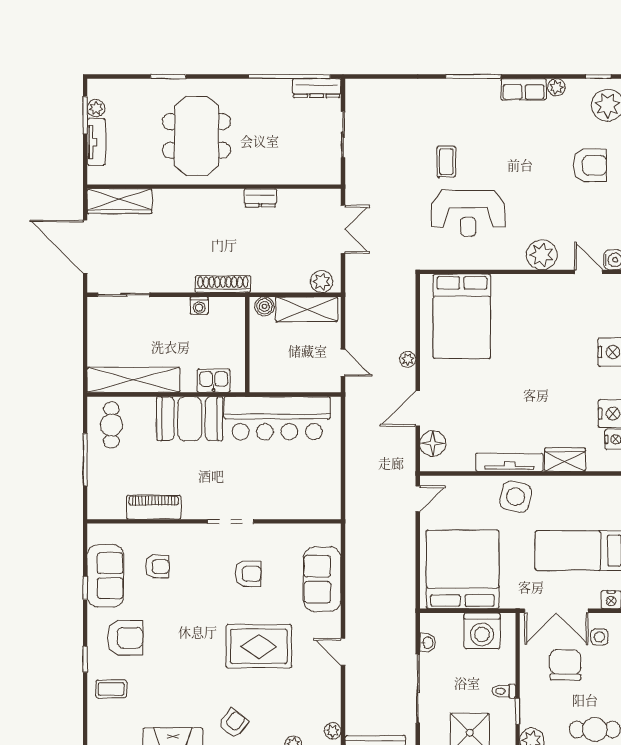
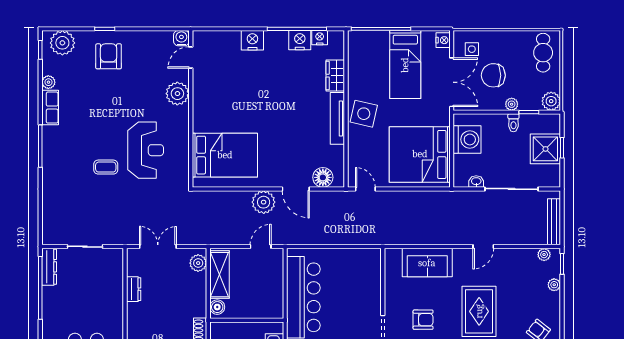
dresser: (260, 198) -> (134, 289), moved
plant: (408, 359) -> (264, 202), width x1.88, depth x1.88
armchair: (248, 574) -> (423, 320), turned 90
plant: (528, 689) -> (512, 104), added

